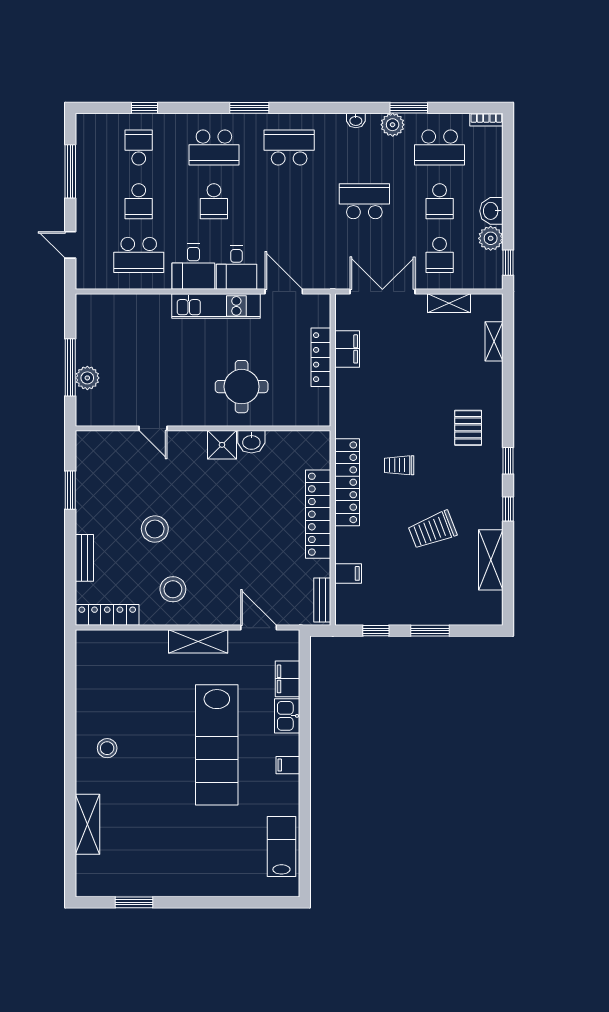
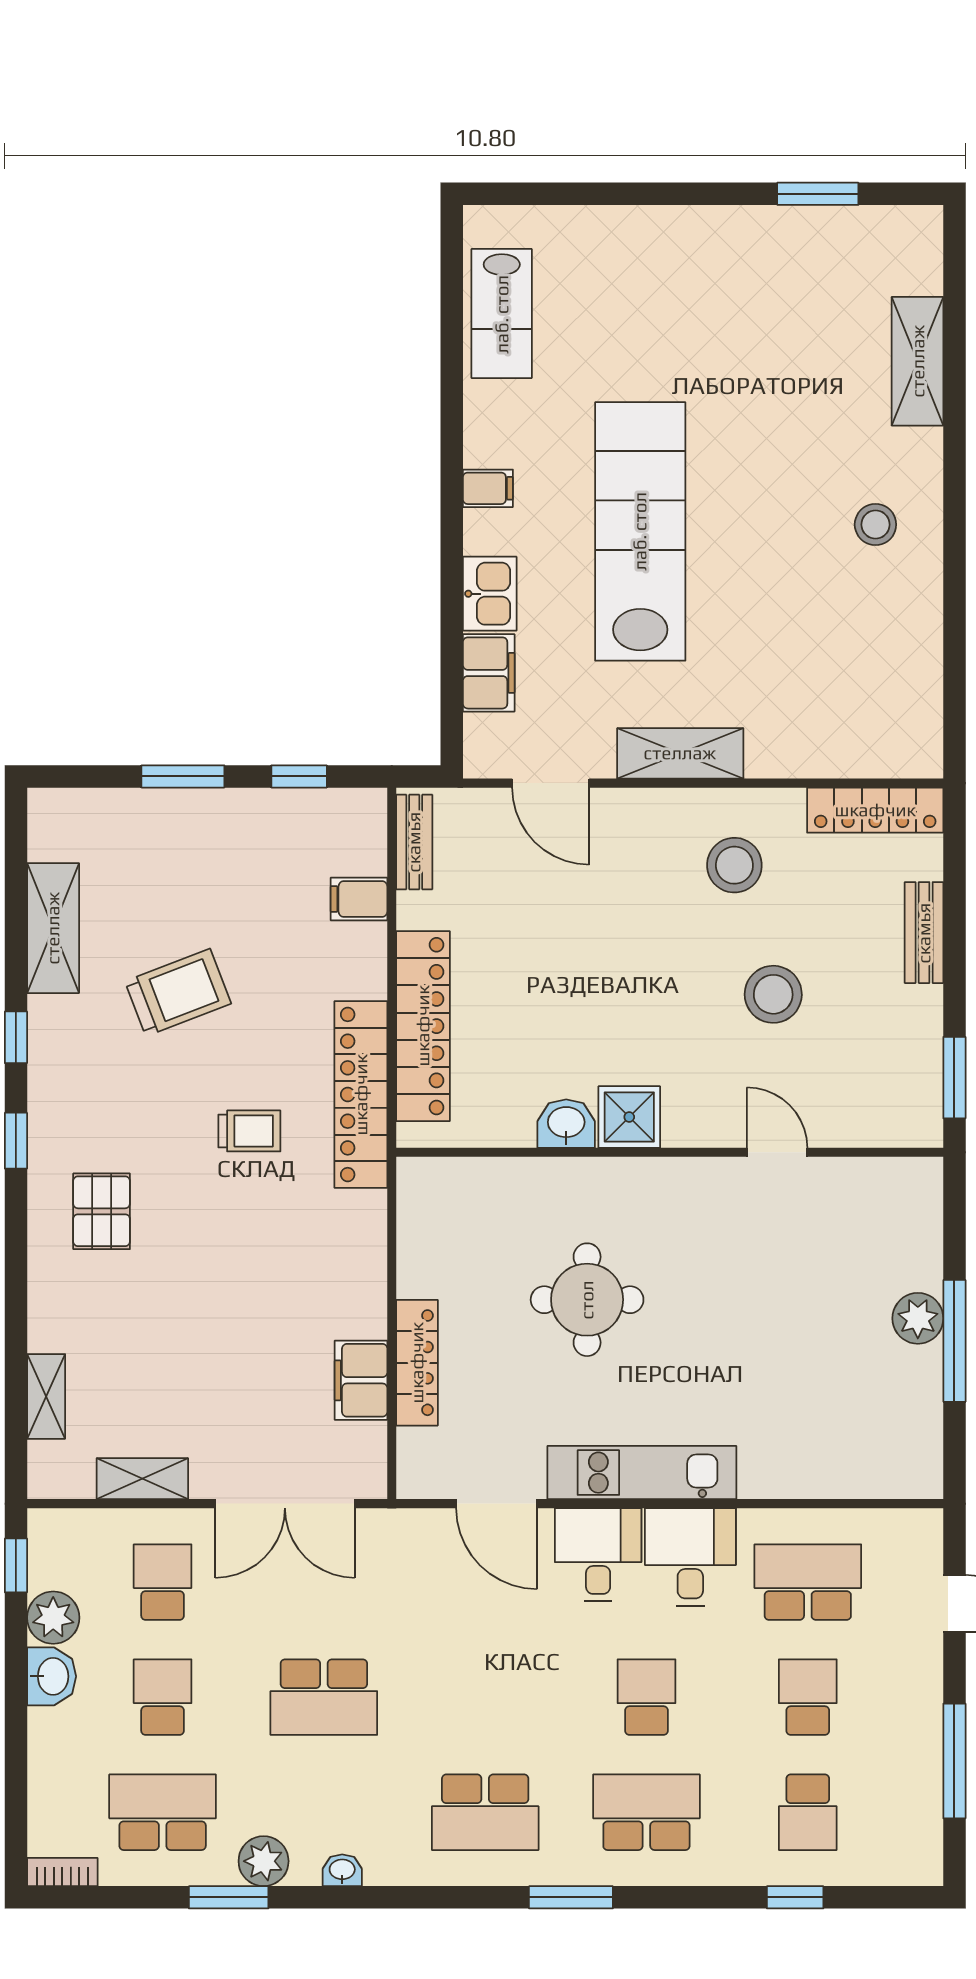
door: (153, 428) -> (777, 1152), moved
wall: (203, 428) -> (670, 1152), moved
washbasin: (251, 442) -> (566, 1124), moved
shower: (222, 445) -> (629, 1117), moved

